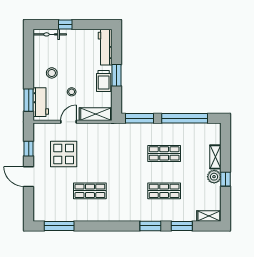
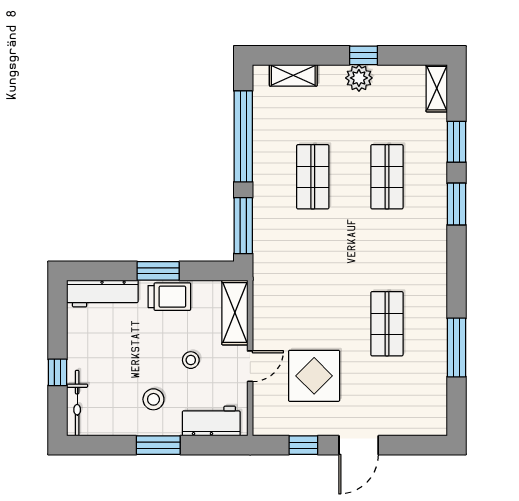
window: (29, 100) -> (158, 445), moved
door: (68, 122) -> (250, 366), swing flipped
shelving: (215, 157) -> (293, 75), moved
window: (59, 226) -> (456, 348), moved

